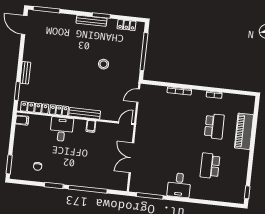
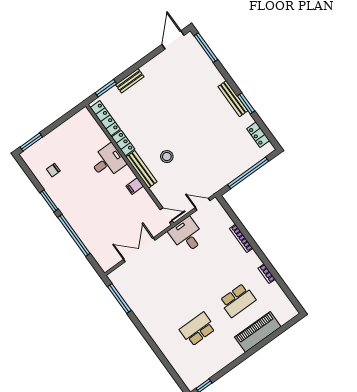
stool: (104, 64) -> (167, 157), moved
filing cabinet: (22, 120) -> (83, 117), removed
desk: (179, 185) -> (187, 235), moved, turned 90

